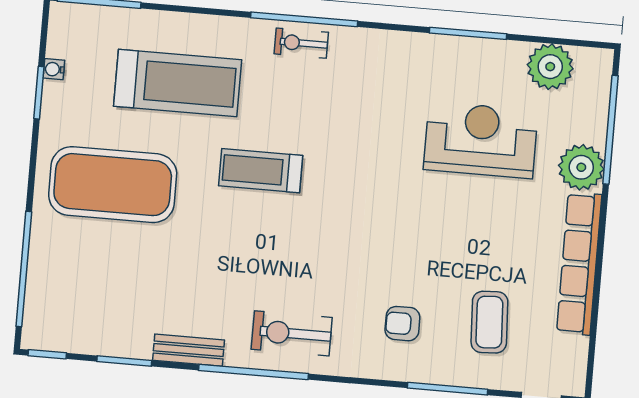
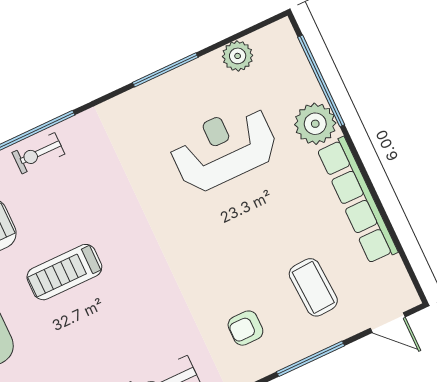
plant: (550, 67) -> (238, 56), width x0.73, depth x0.73

